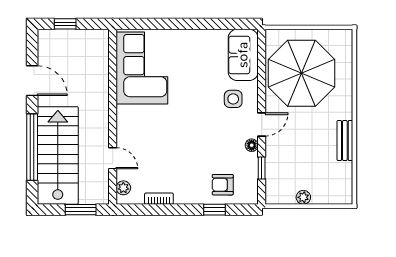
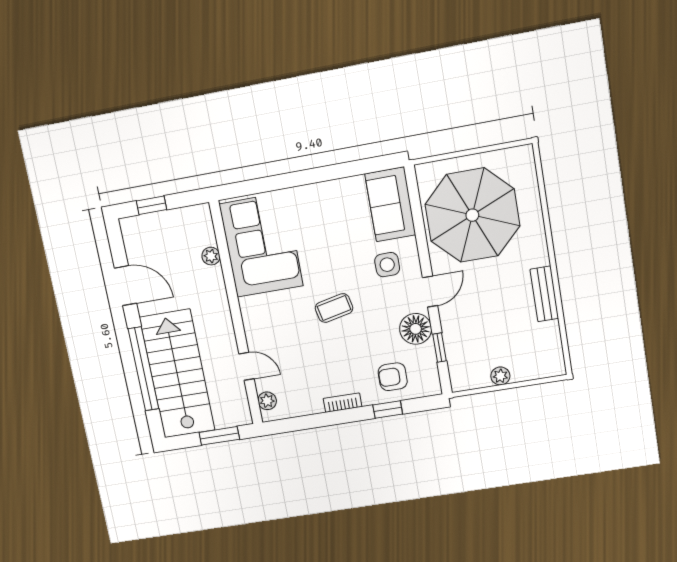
plant: (102, 70) -> (211, 256), added
coffee table: (188, 125) -> (334, 308), added
floor lamp: (252, 145) -> (416, 329), width x1.89, depth x1.89
bookcase: (159, 199) -> (342, 403), moved

